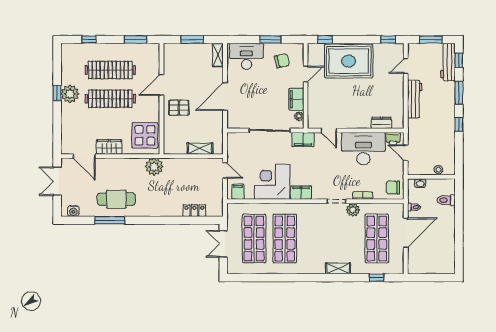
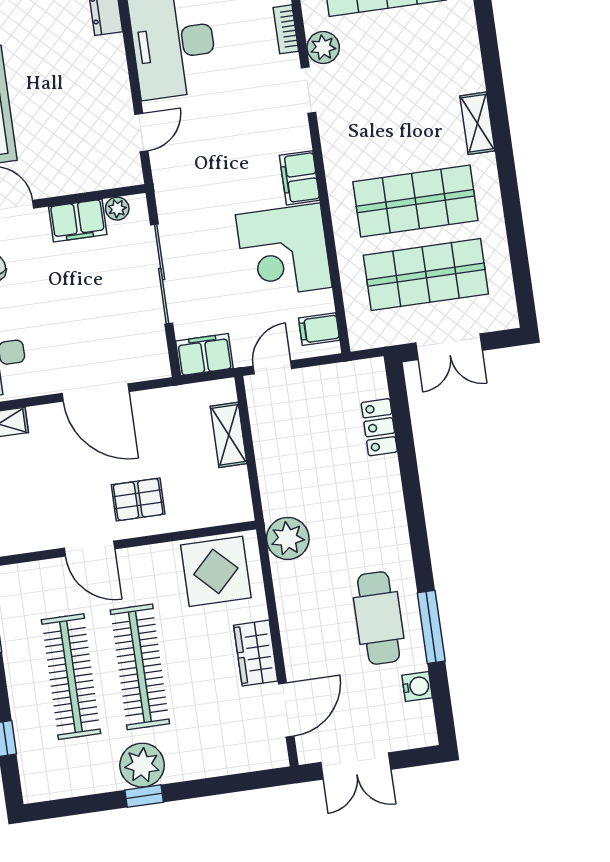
pallet: (179, 108) -> (138, 499), turned 90
filing cabinet: (303, 140) -> (204, 355), moved, turned -90
water cooler: (73, 211) -> (417, 687), moved
shelving: (338, 268) -> (477, 123), moved

